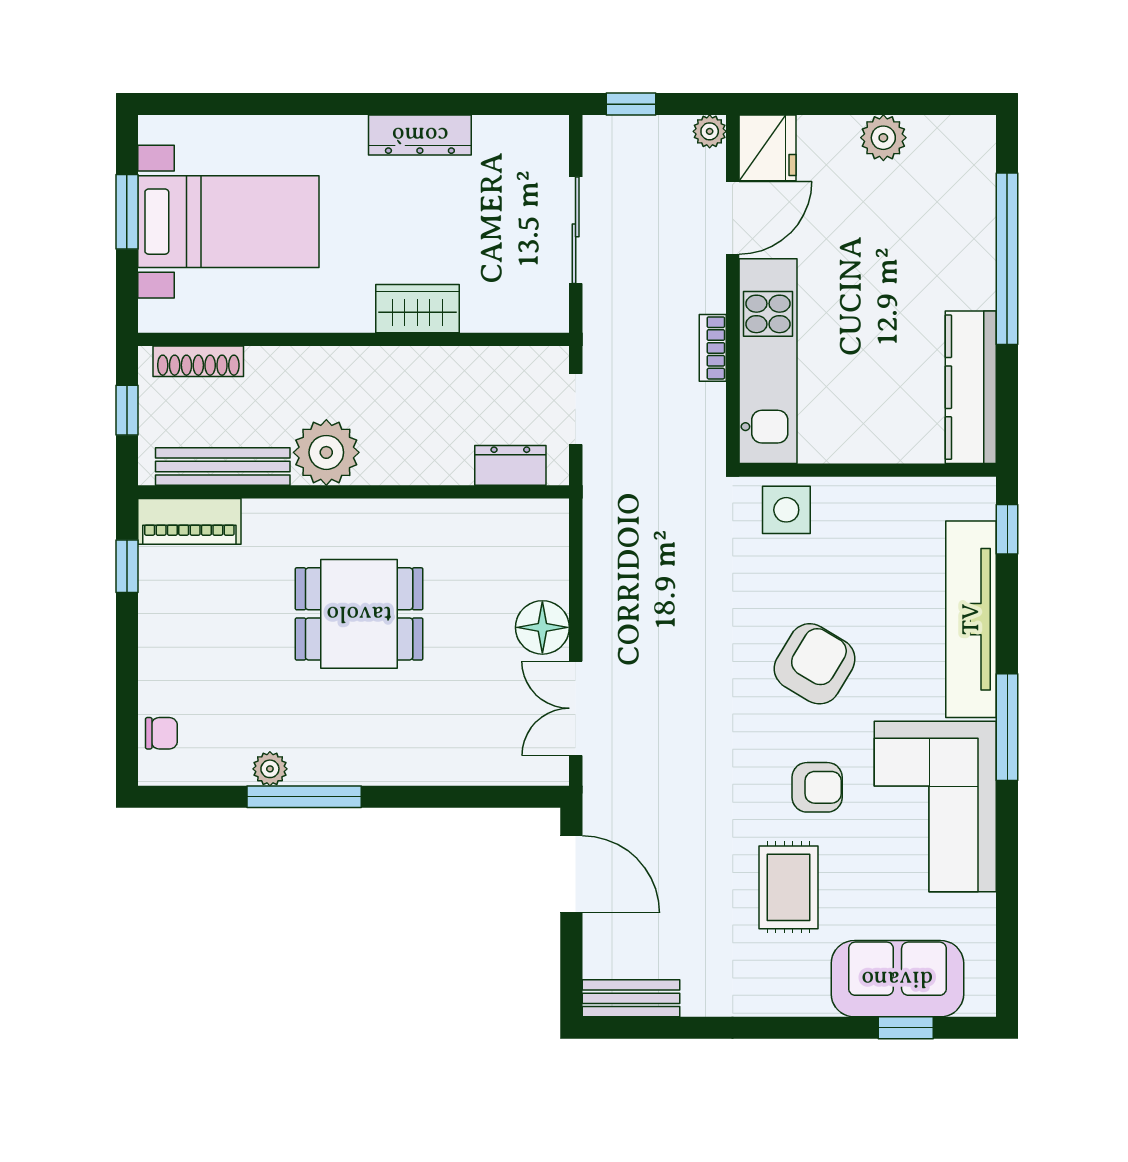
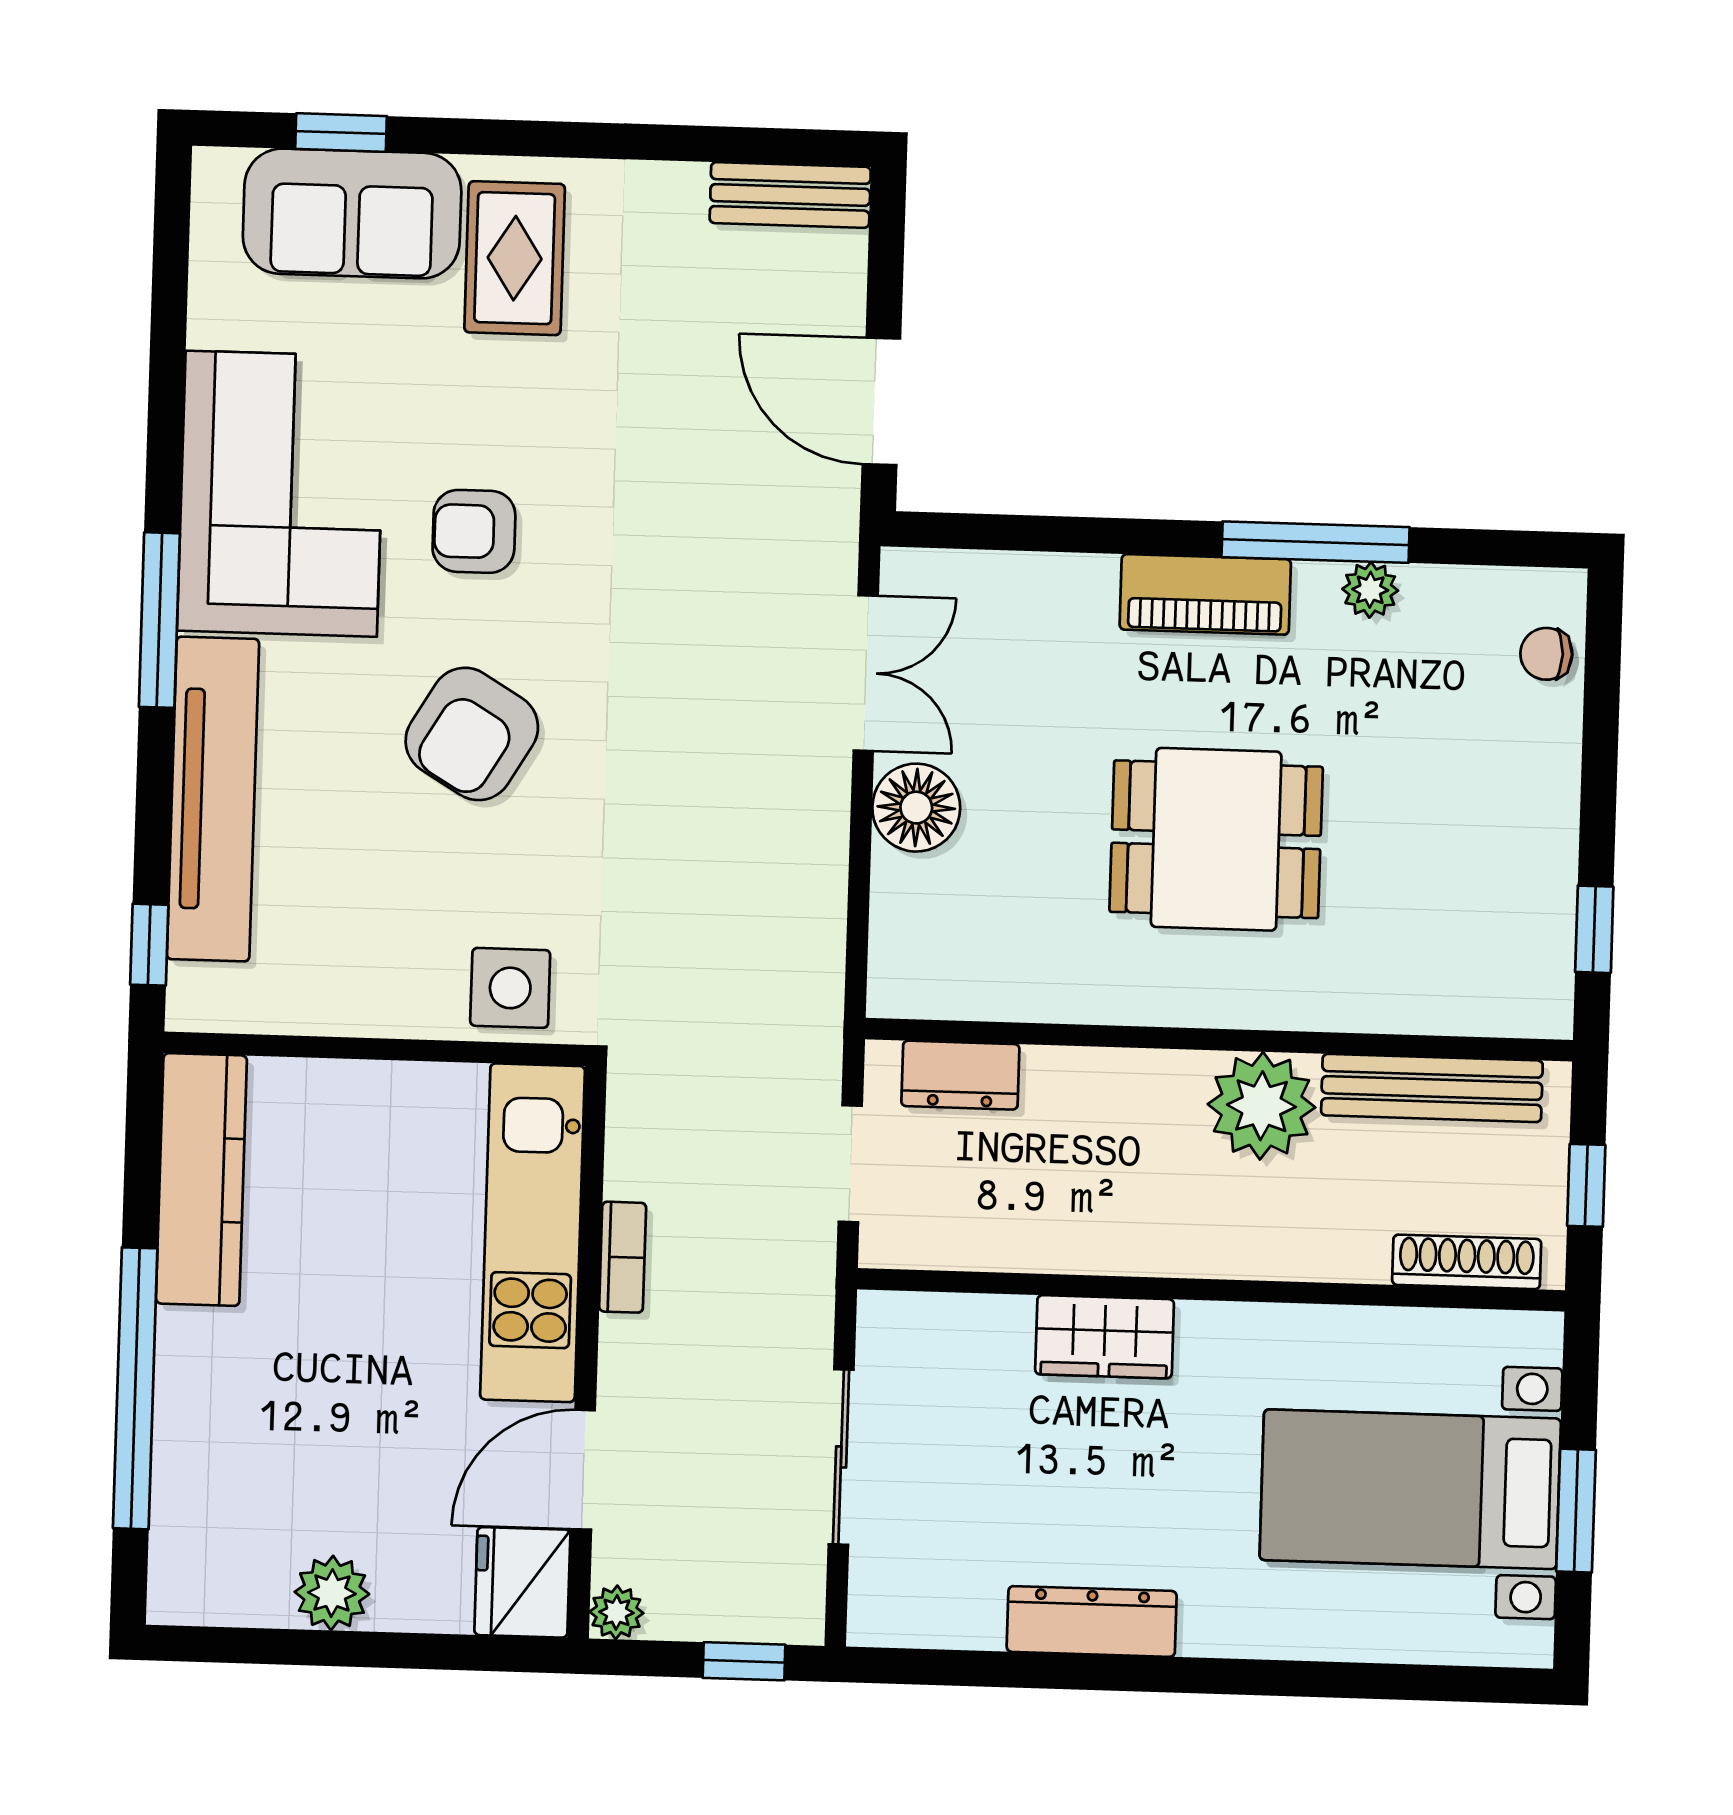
piano: (189, 521) -> (1205, 594), moved, turned 180
rug: (789, 887) -> (515, 258), moved

